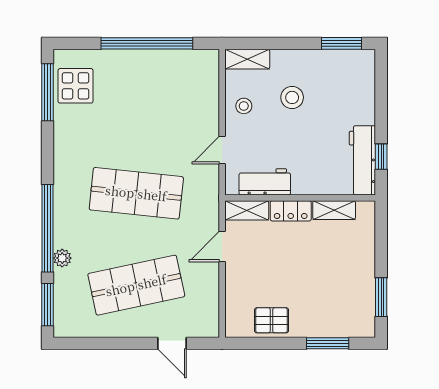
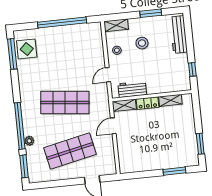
window: (342, 43) -> (151, 13), moved
workbench: (362, 160) -> (179, 35), moved
pallet: (272, 320) -> (143, 162), removed

